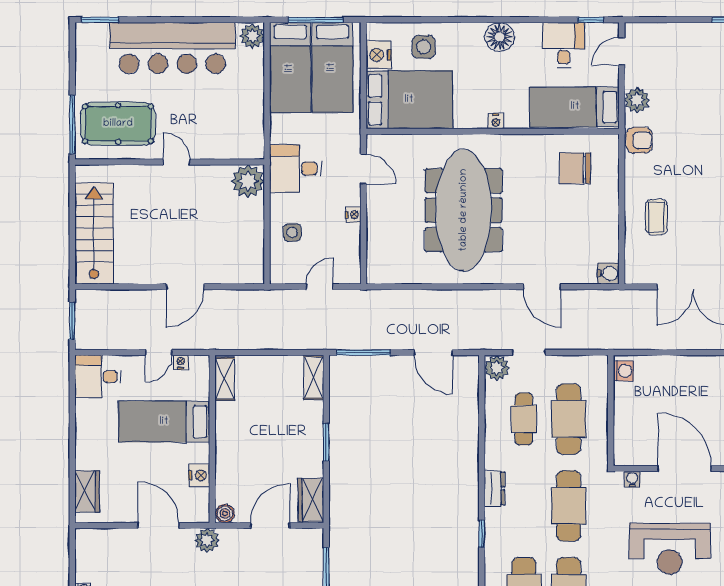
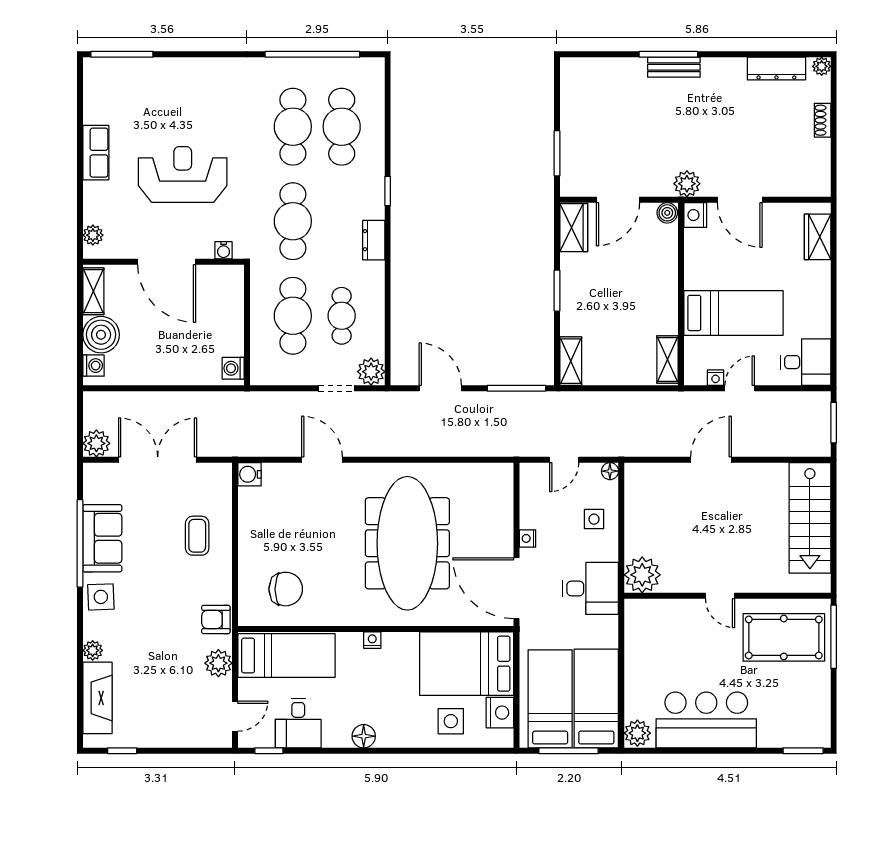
floor lamp: (500, 37) -> (364, 736), width x0.73, depth x0.73
bar counter: (172, 48) -> (706, 720), width x0.73
door: (363, 169) -> (516, 588), width x1.88
floor lamp: (278, 276) -> (610, 471), added
nightstand: (199, 475) -> (695, 215), moved

